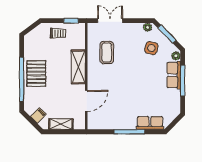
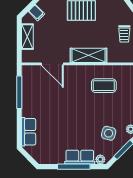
window: (129, 132) -> (19, 92), moved

